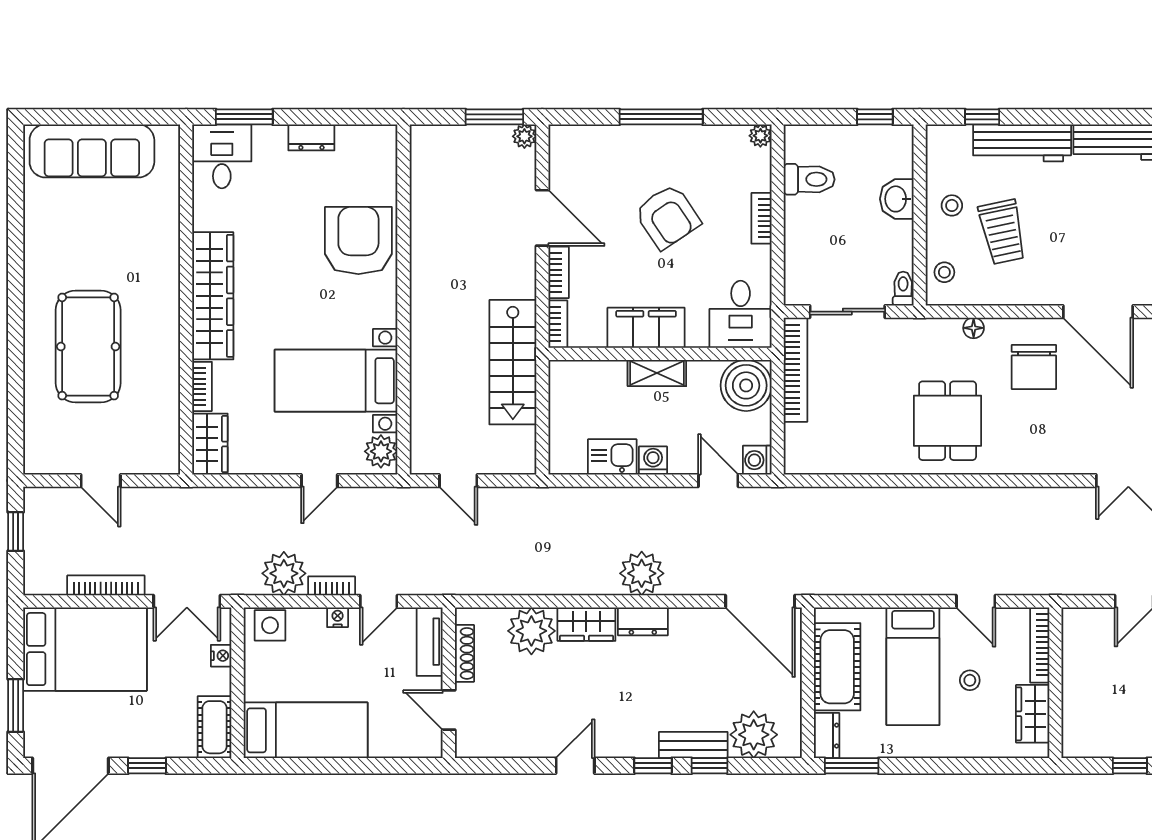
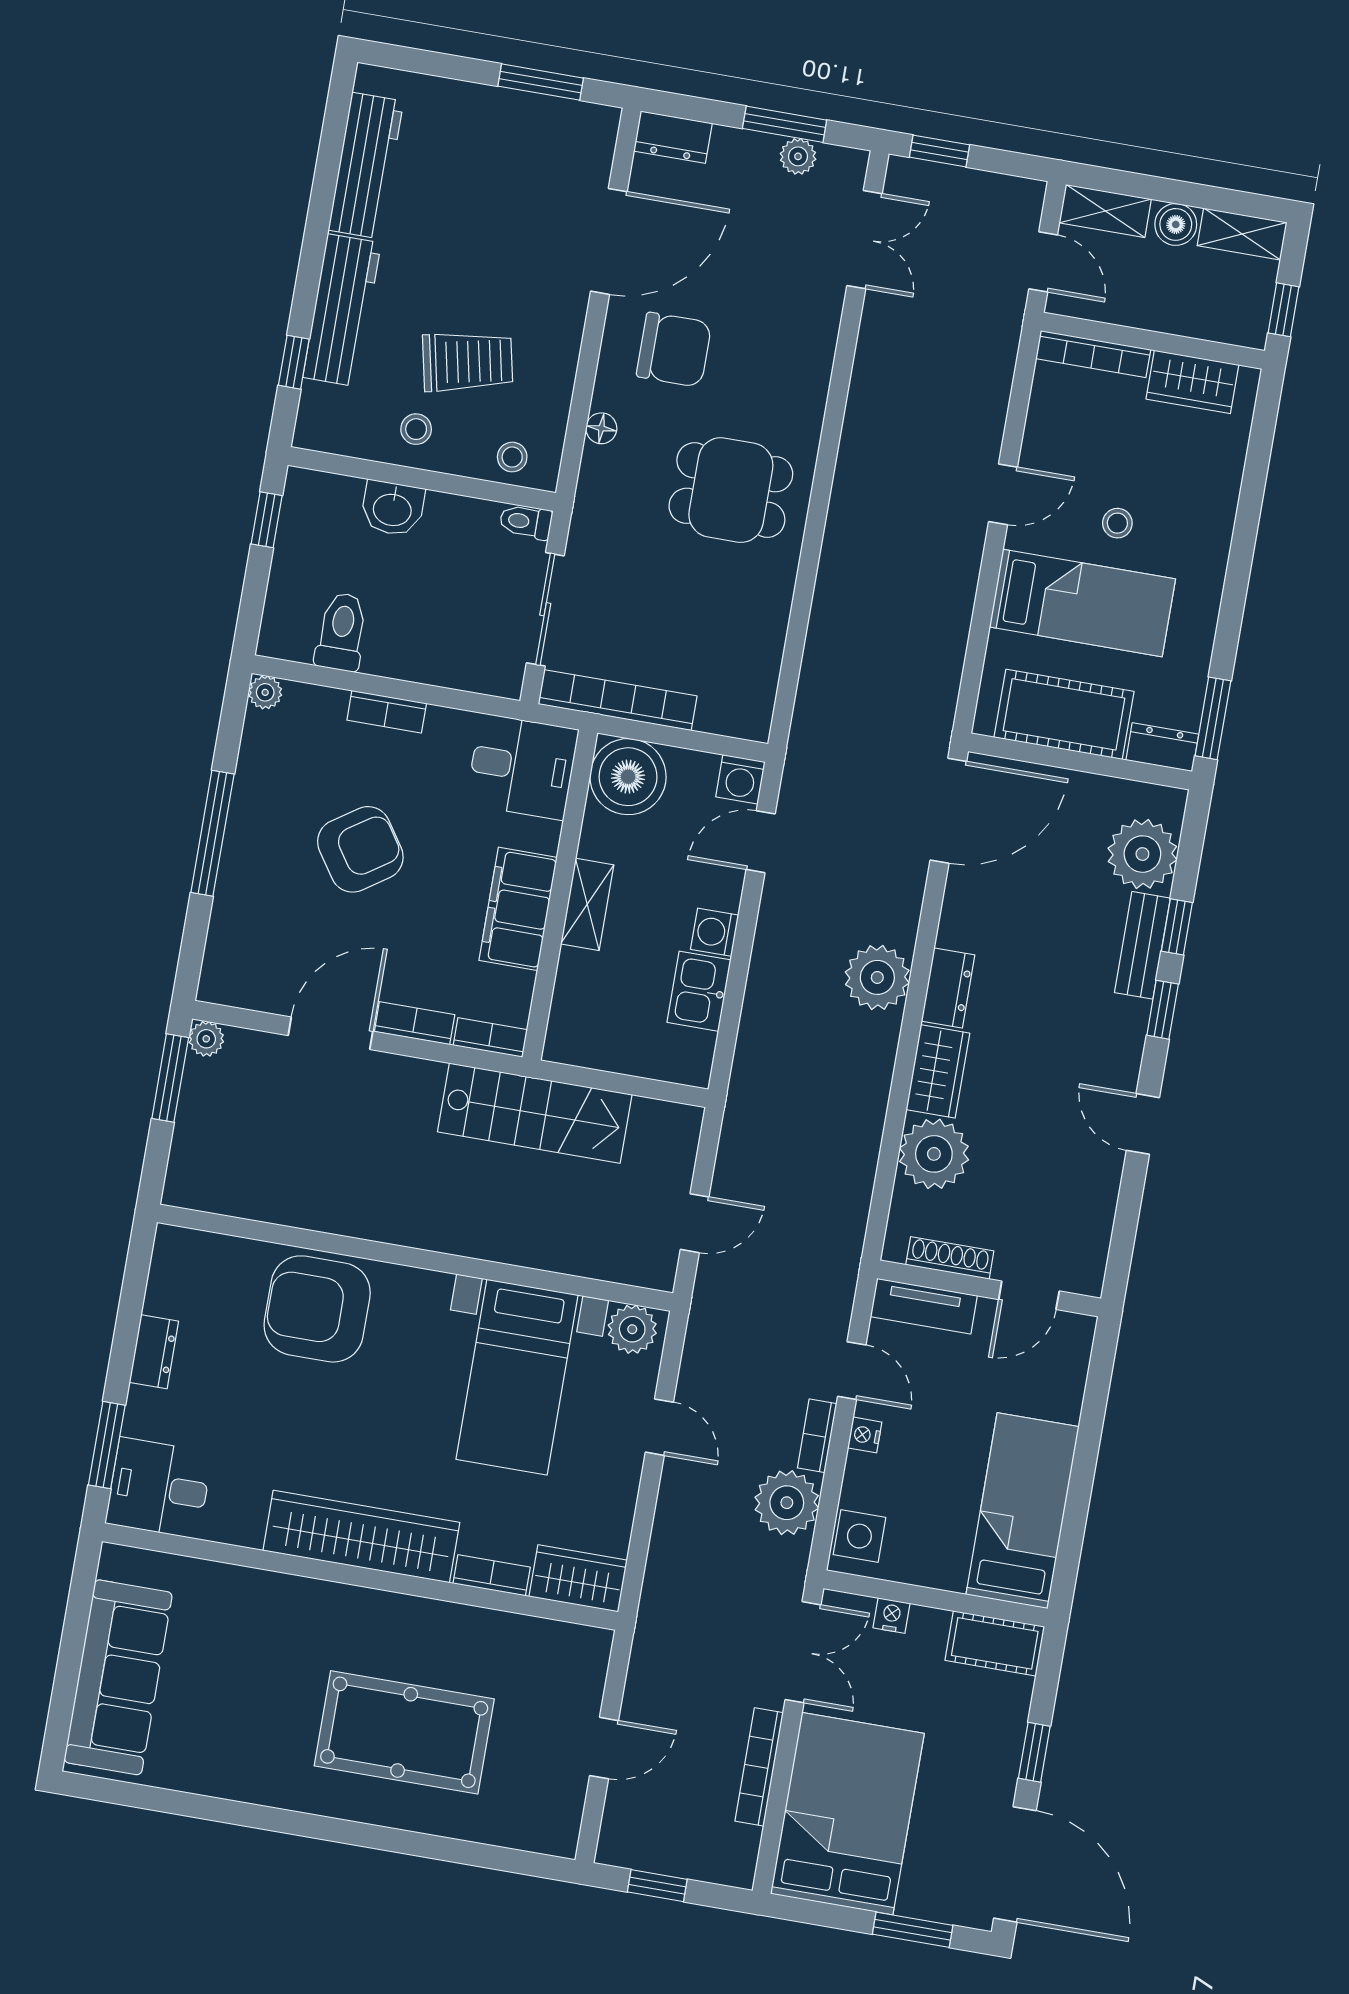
bookcase: (1040, 645) -> (1093, 354), moved
wall: (1055, 683) -> (1153, 341), moved
wardrobe: (1033, 714) -> (1192, 382), moved

